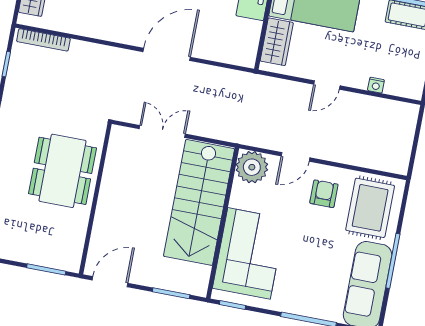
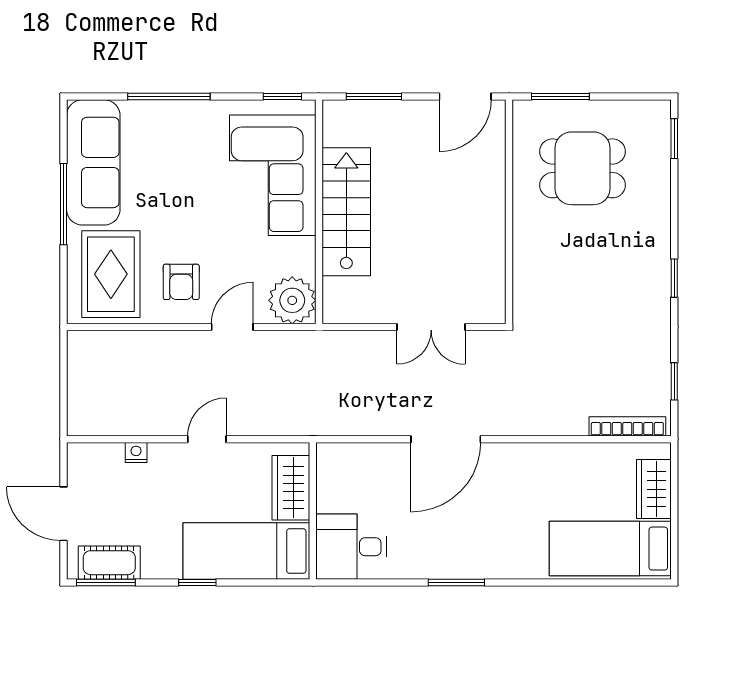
dining table: (62, 171) -> (582, 168), moved, width x0.73
stairs: (199, 202) -> (346, 212), width x0.73, depth x0.66

